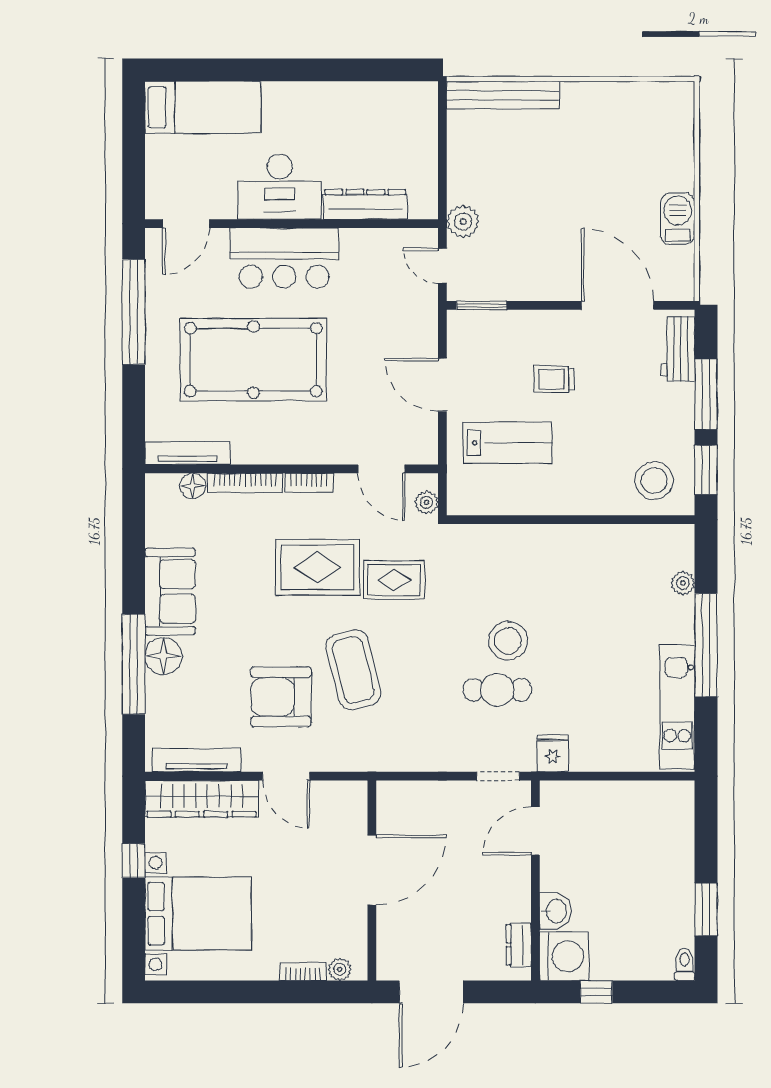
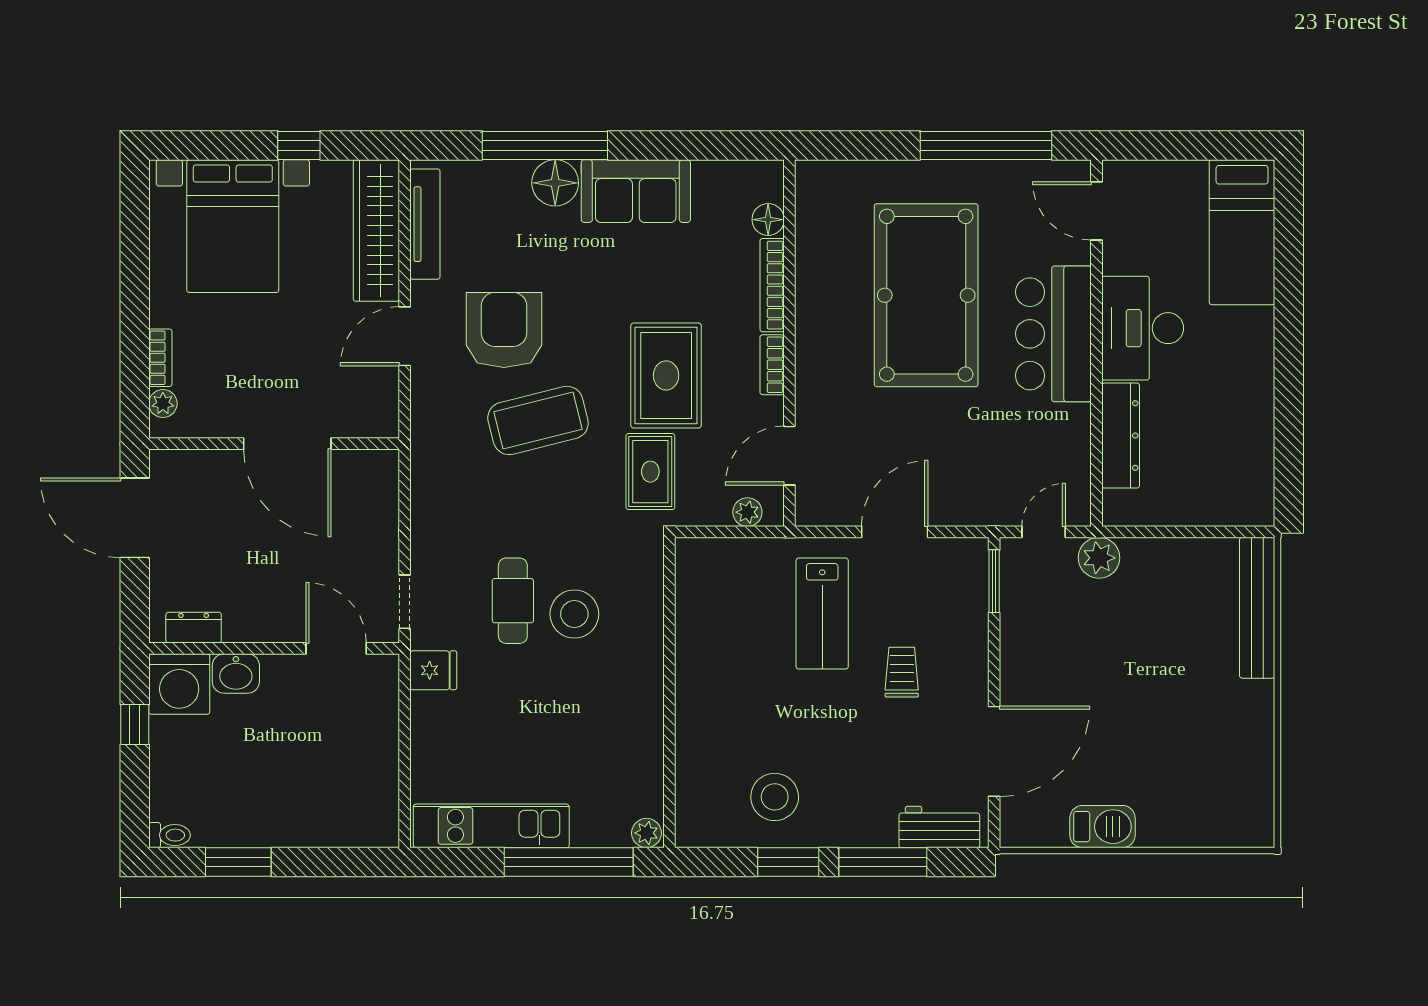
tv unit: (188, 453) -> (809, 213), removed
wall: (571, 520) -> (669, 693), moved

